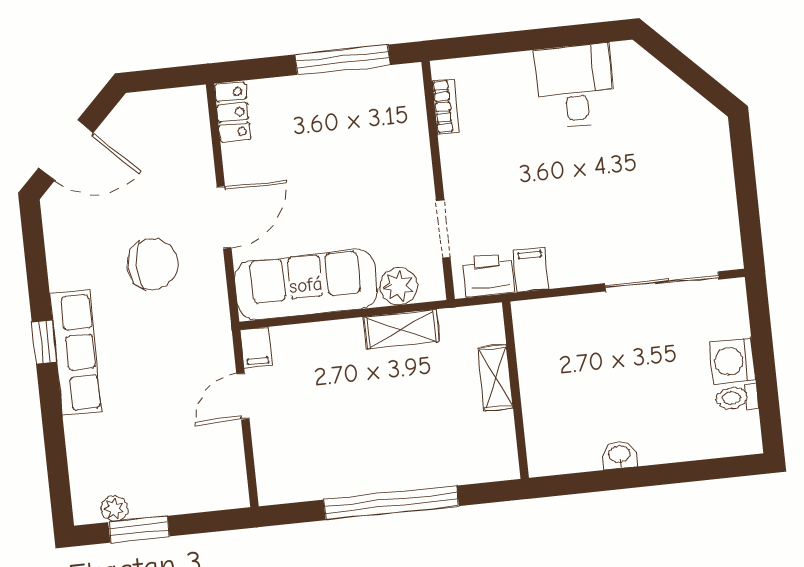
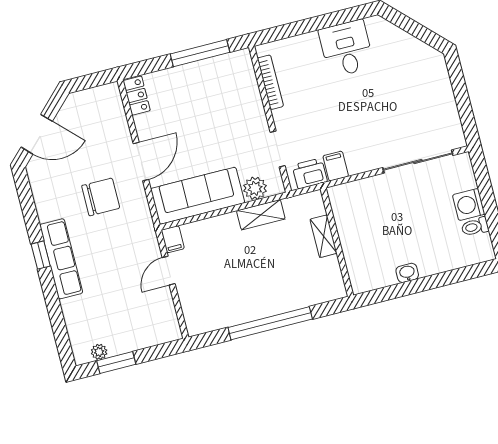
bookcase: (446, 107) -> (270, 82), width x1.56

